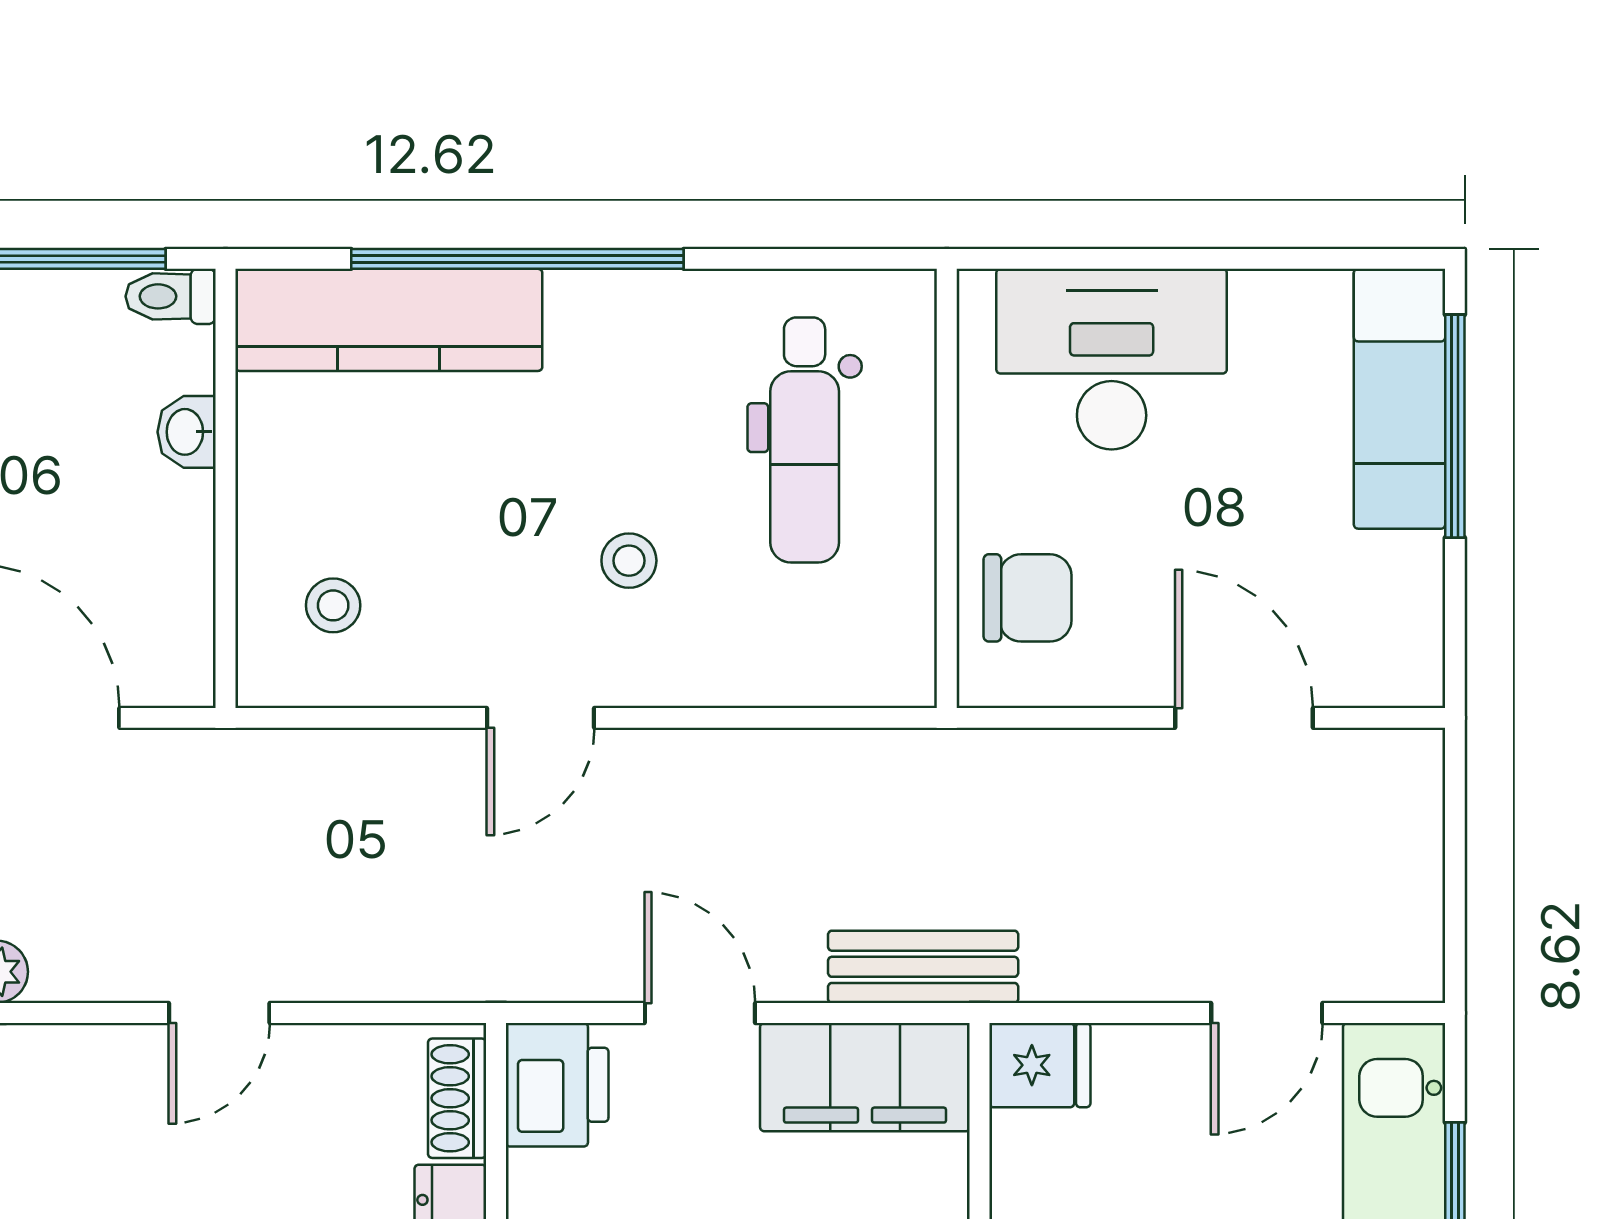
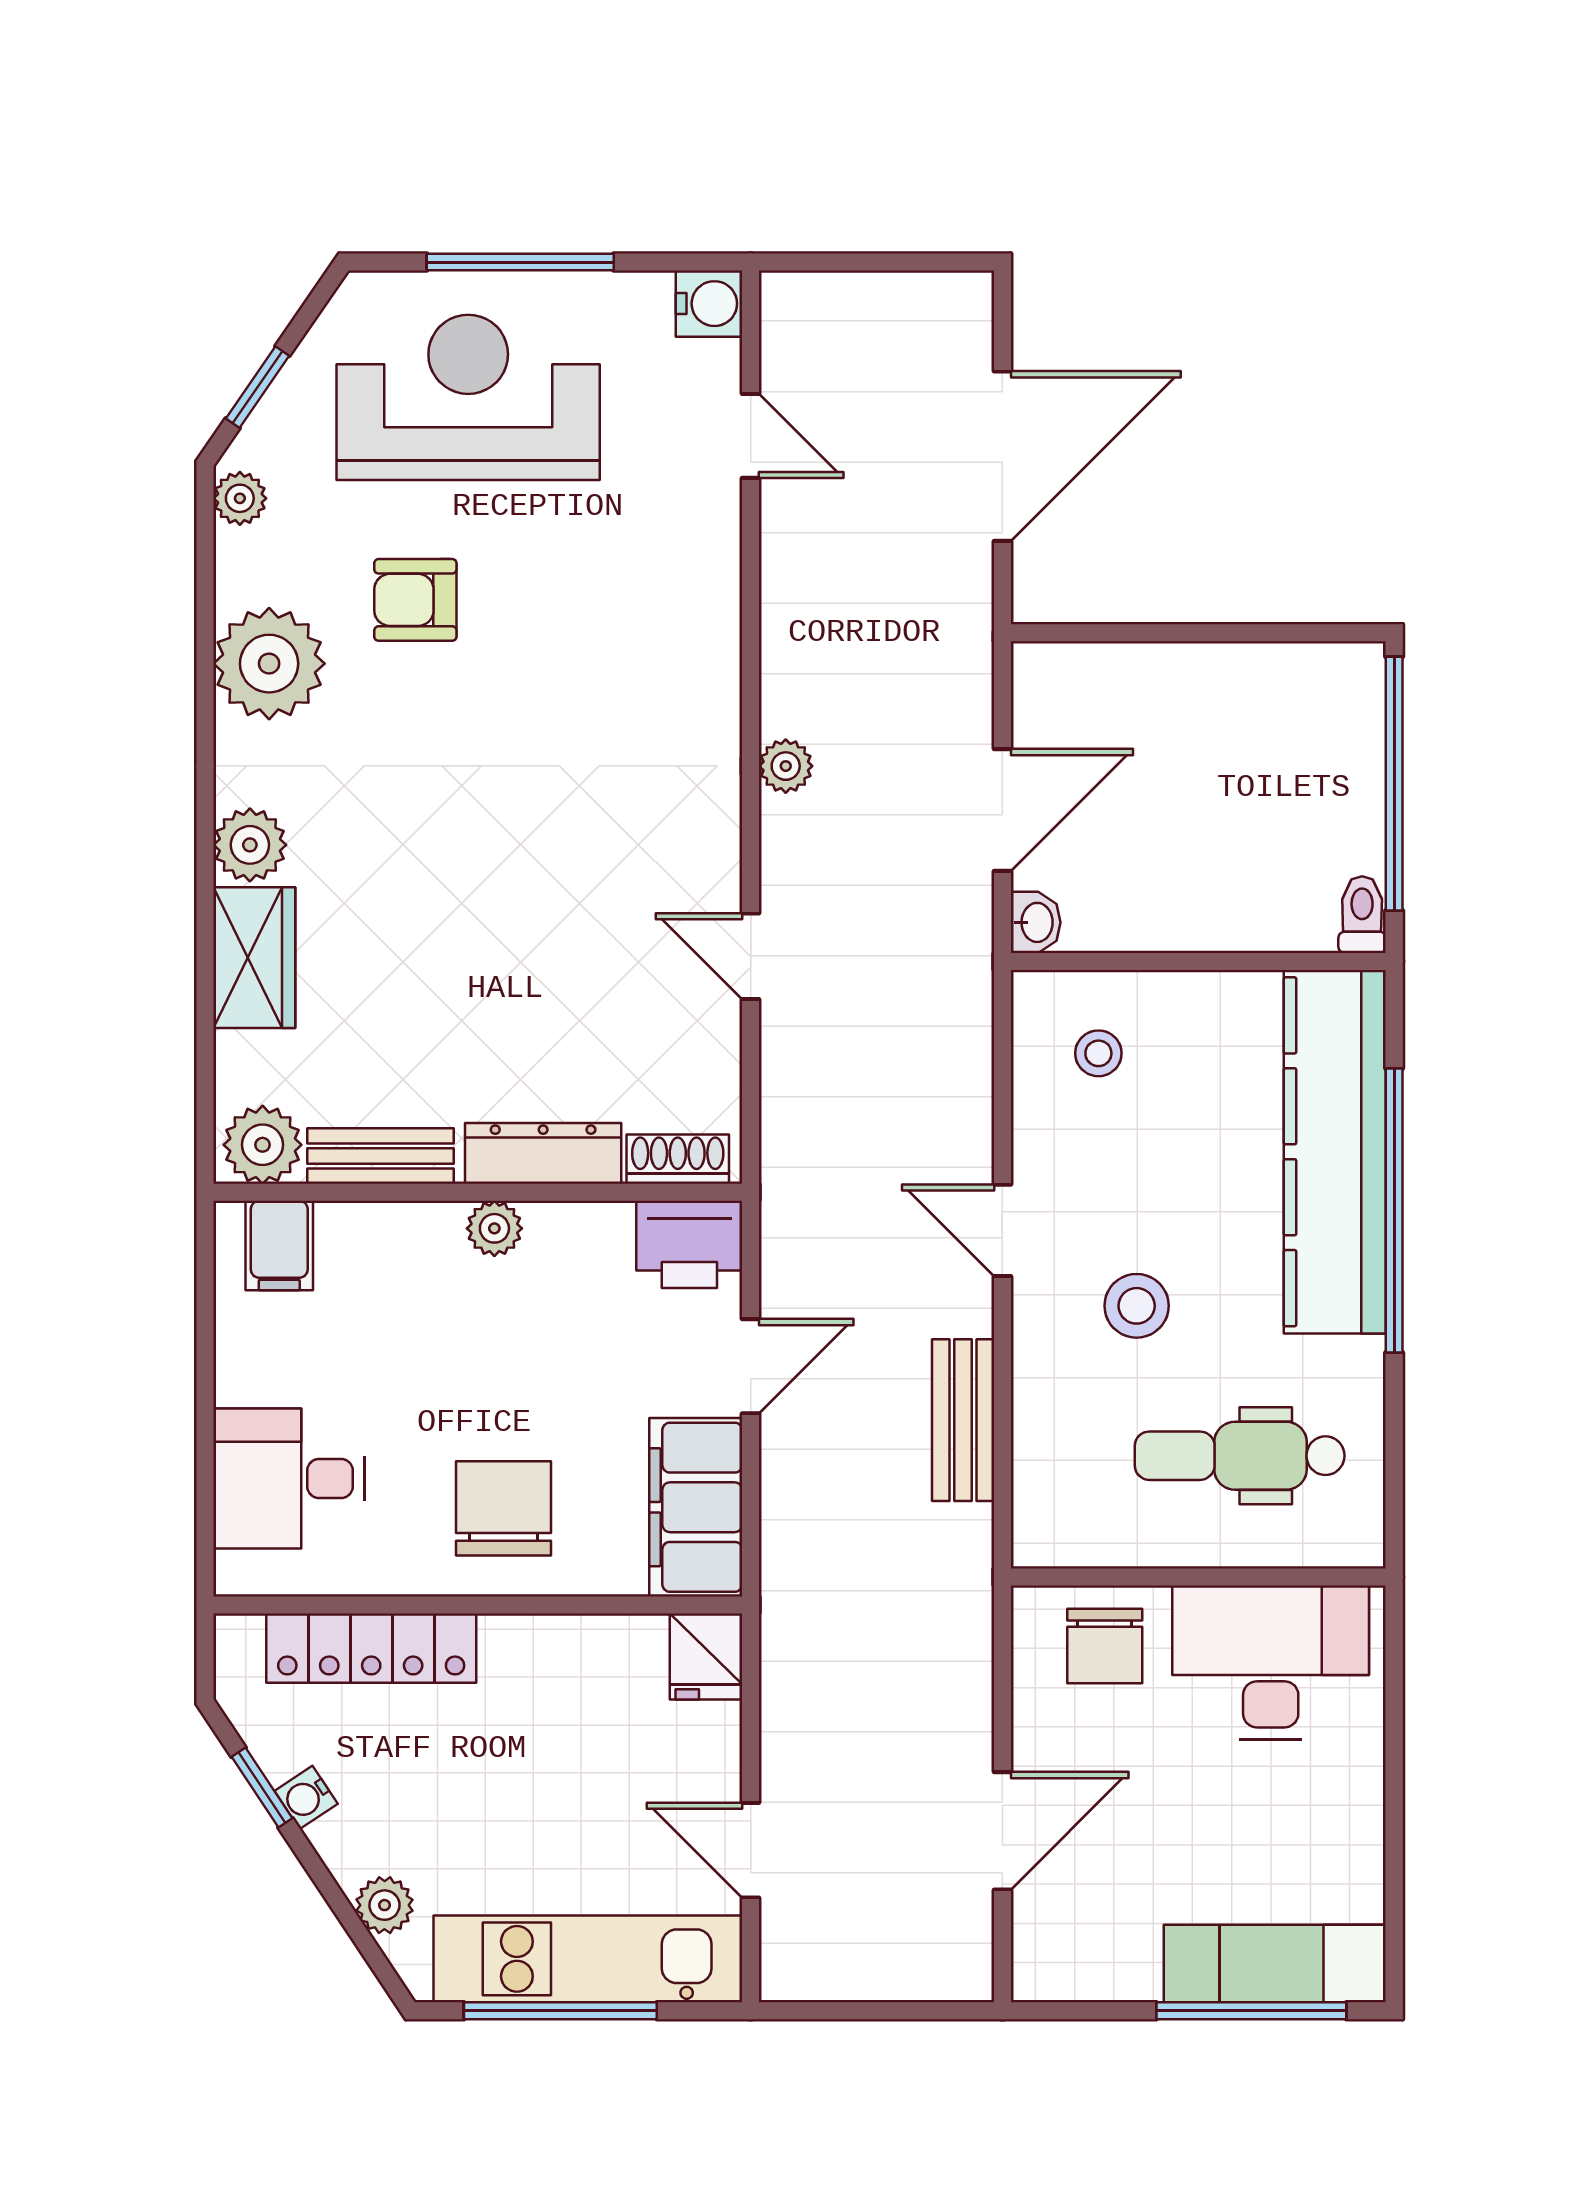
kitchen counter: (389, 320) -> (1335, 1152), width x1.39, depth x1.17
desk: (1112, 359) -> (1271, 1663), moved, turned -90
washbasin: (187, 432) -> (1036, 922), moved, turned 90
stool: (629, 561) -> (1137, 1306), width x1.37, depth x1.37
bench: (923, 967) -> (963, 1420), moved

